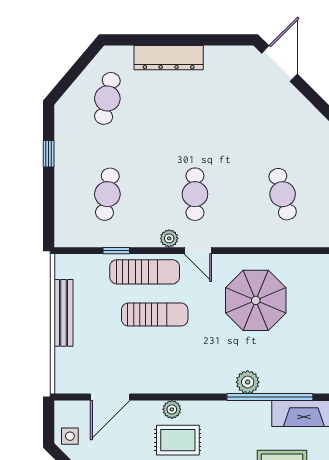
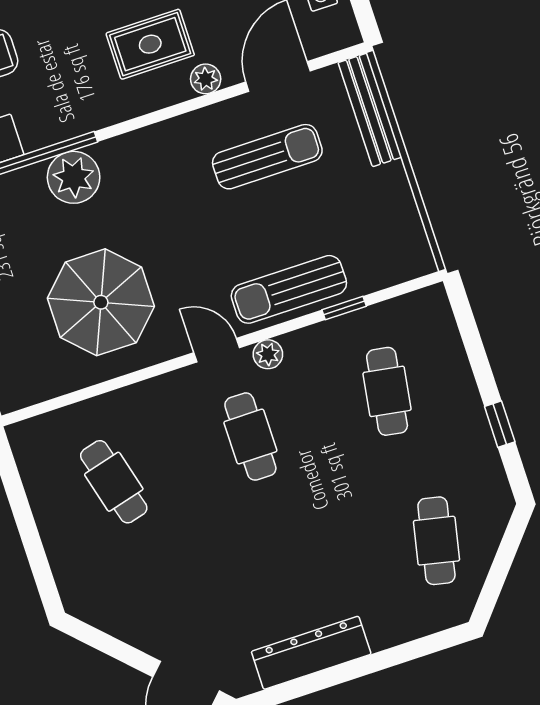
dresser: (169, 58) -> (311, 653), moved
bench: (63, 313) -> (370, 110), moved
sun lounger: (155, 315) -> (267, 157), moved, turned 180
plant: (248, 382) -> (74, 177), width x1.36, depth x1.36
plant: (172, 409) -> (206, 79), moved

